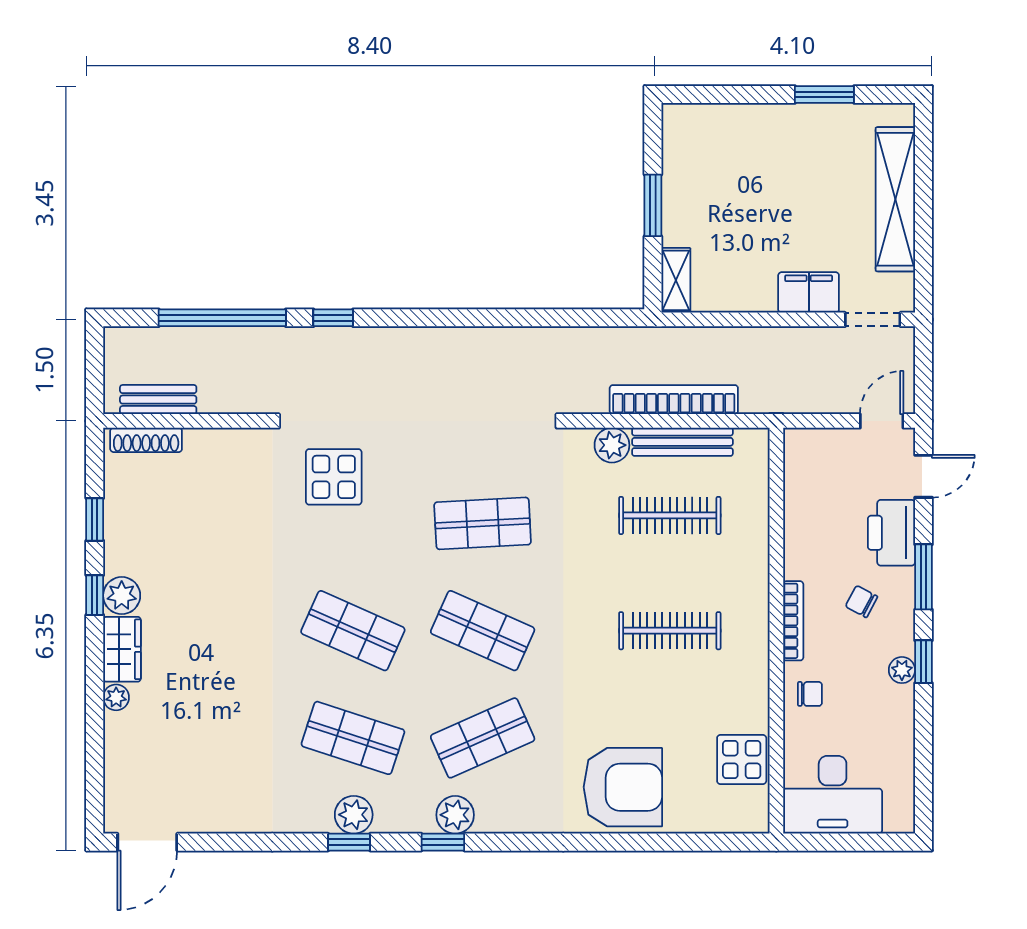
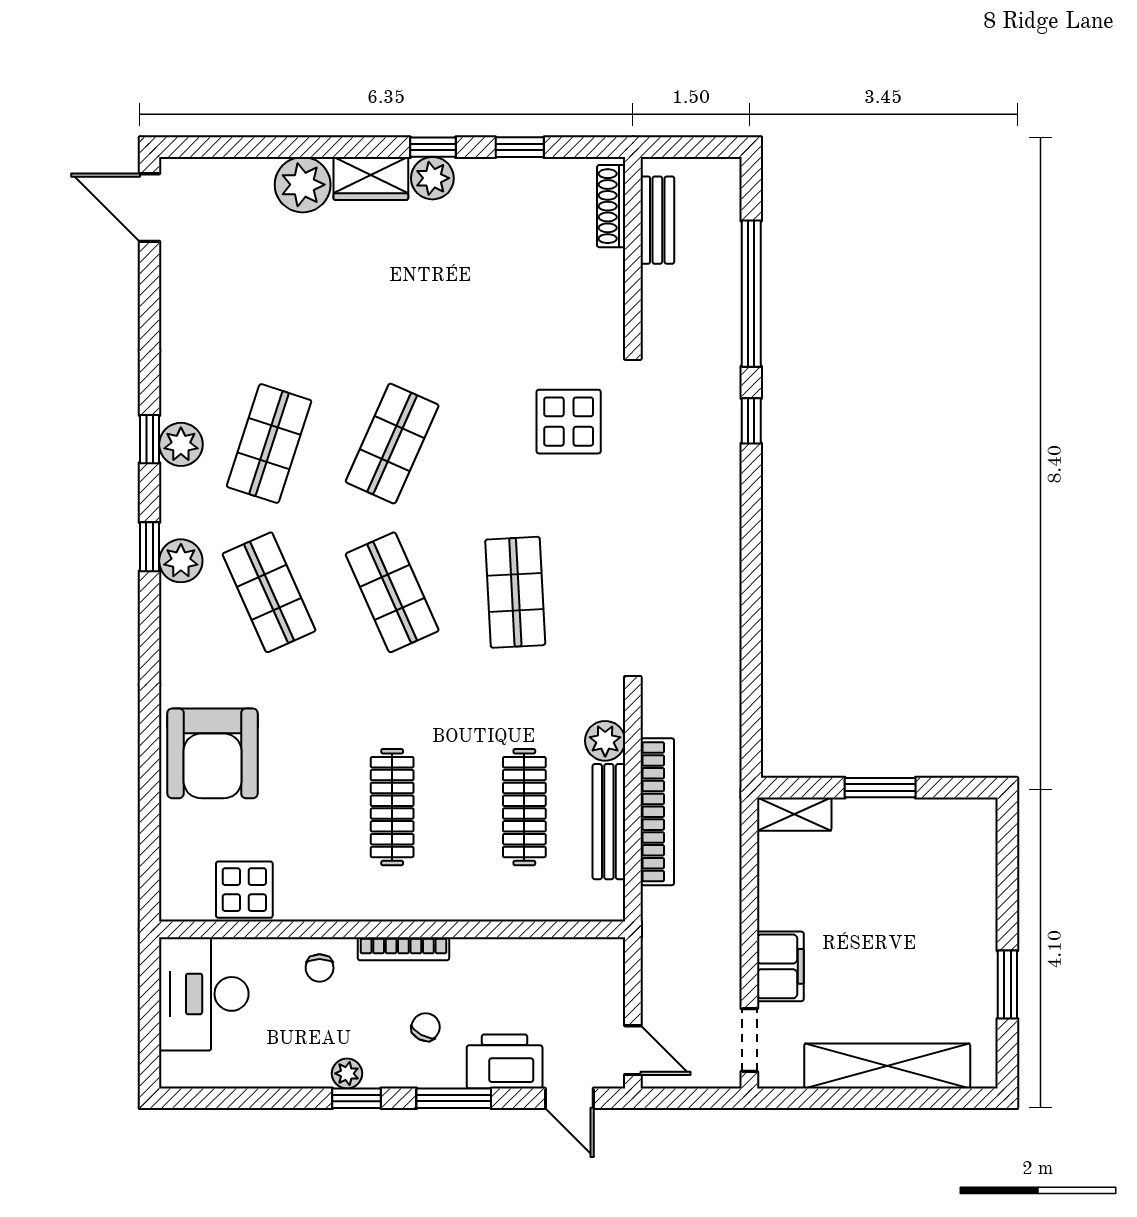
shop shelf: (483, 631) -> (392, 592), turned -48
plant: (116, 697) -> (303, 185), width x1.88, depth x1.88

